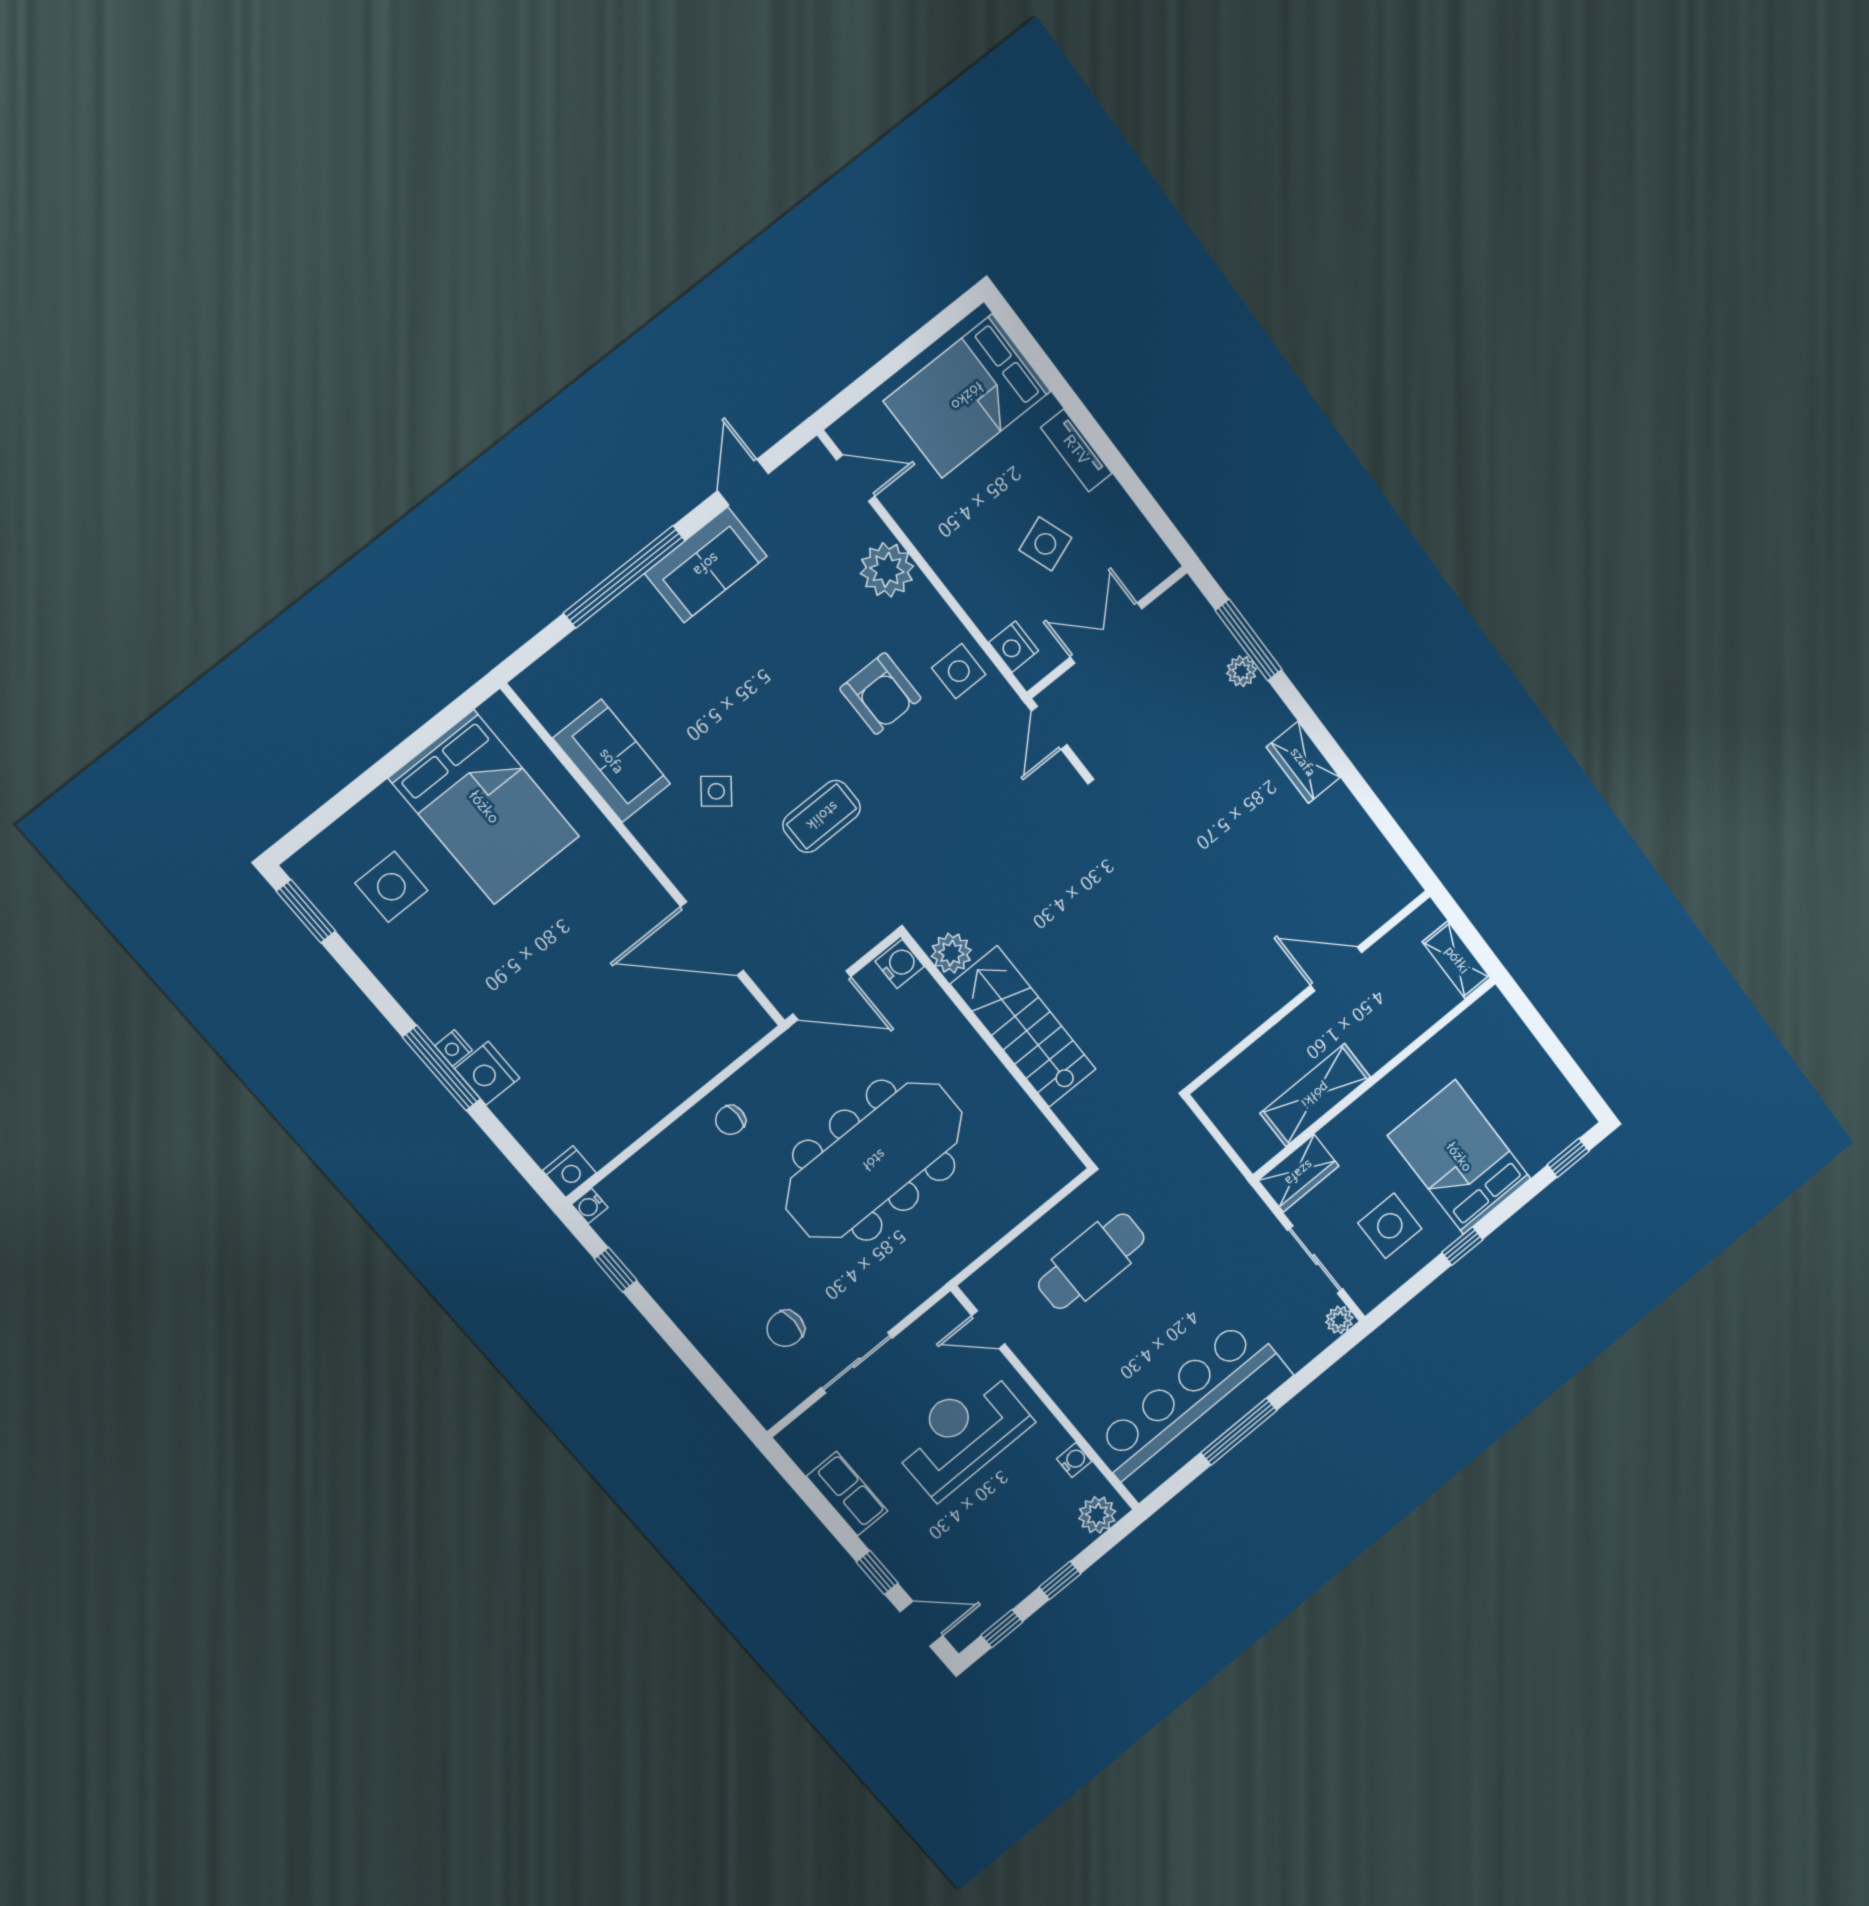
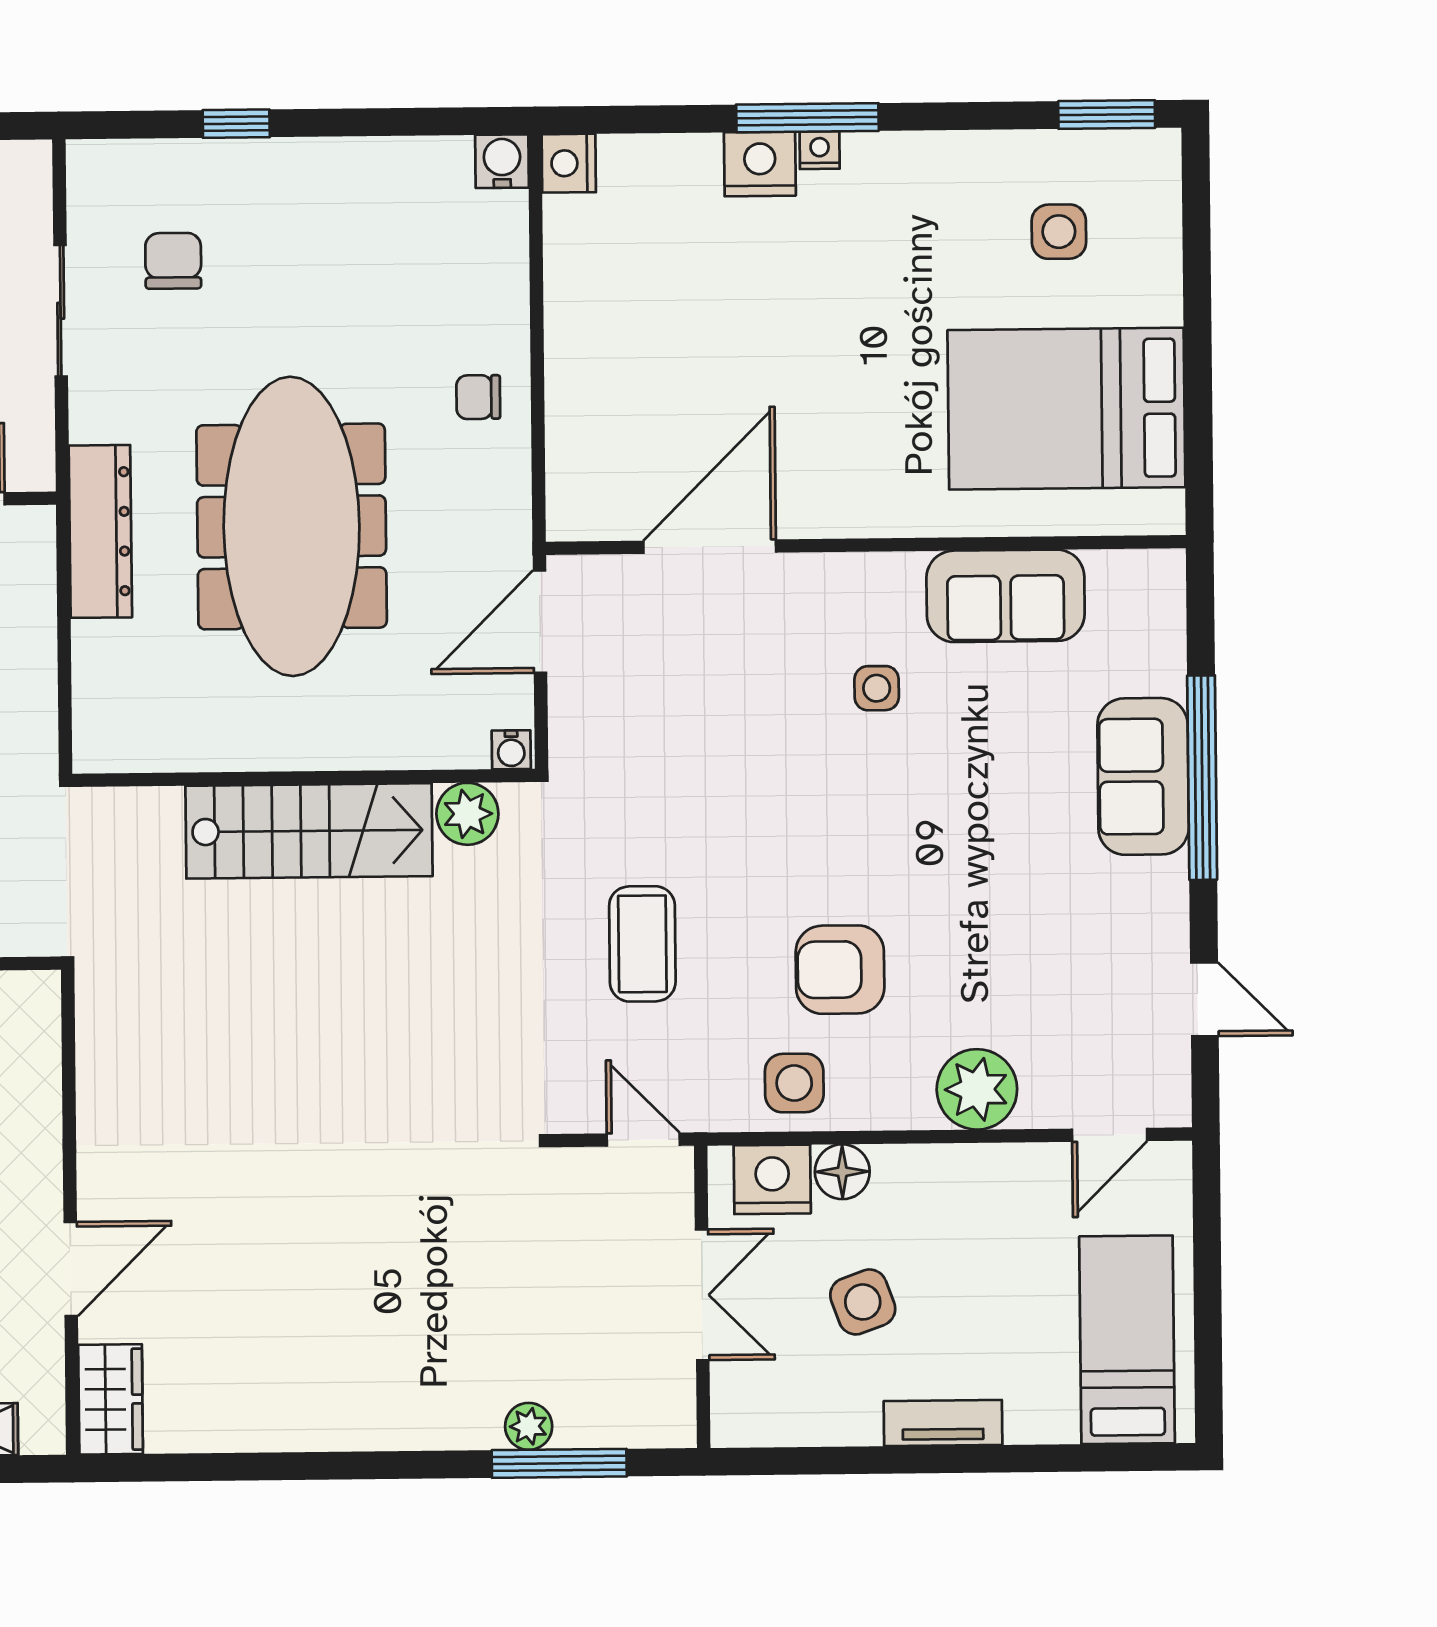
bed: (967, 396) -> (1127, 1340), width x0.67
sofa: (706, 565) -> (1143, 776), moved
floor lamp: (986, 609) -> (842, 1172), added
nightstand: (1014, 647) -> (772, 1179), width x1.36, depth x1.33
wardrobe: (1303, 762) -> (111, 1399), moved, turned 90
side table: (716, 791) -> (877, 688), turned -38
coffee table: (822, 816) -> (642, 944), moved
side table: (391, 887) -> (1059, 232), width x0.73, depth x0.73
water cooler: (900, 964) -> (511, 750), width x0.72, depth x0.72
chair: (730, 1120) -> (478, 397), turned -90
water cooler: (590, 1206) -> (502, 161), width x1.38, depth x1.38
dresser: (953, 1253) -> (100, 531), added
window: (616, 1270) -> (236, 124), moved

